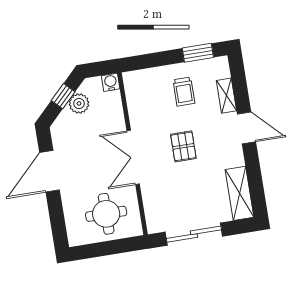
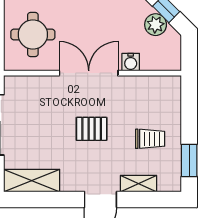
water cooler: (111, 82) -> (131, 62), moved, turned 90
trolley: (184, 92) -> (150, 139), turned 180

